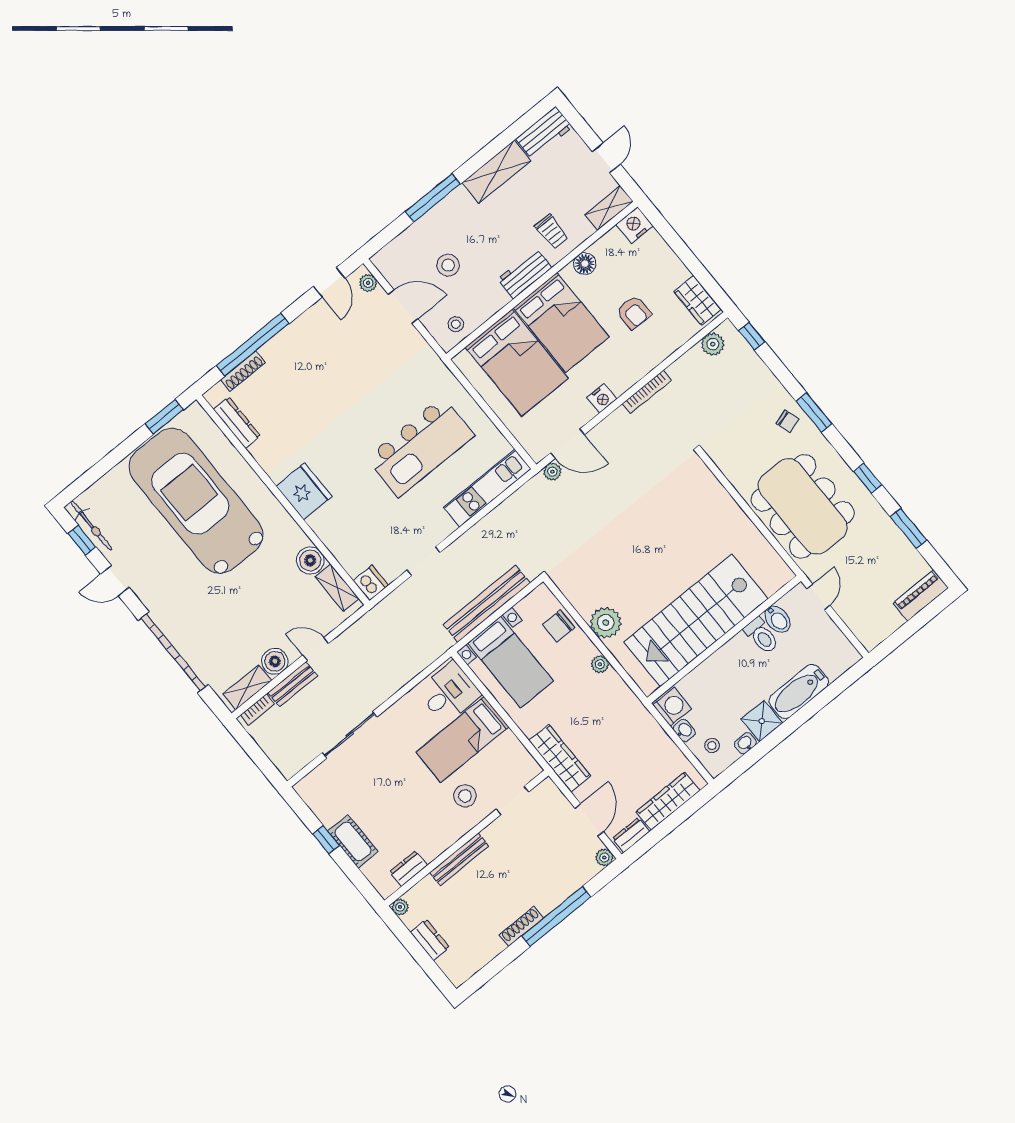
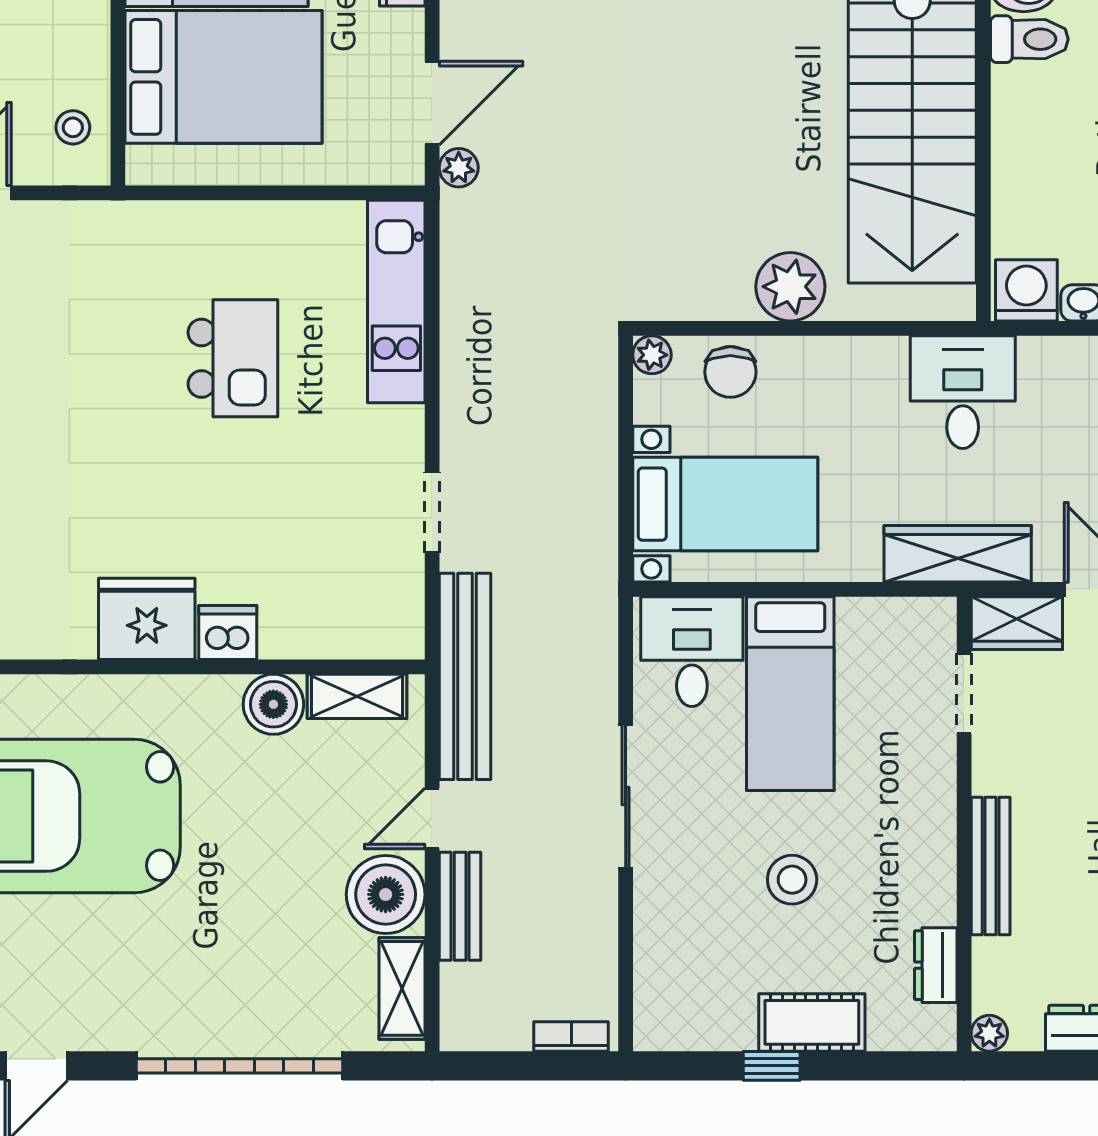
kitchen island: (420, 447) -> (233, 358), width x0.54, depth x0.78
dishwasher: (371, 583) -> (228, 632), moved
bench: (487, 604) -> (465, 676), moved
boiler: (275, 661) -> (386, 894), width x1.37, depth x1.37
plant: (600, 664) -> (652, 355), moved
bookcase: (258, 709) -> (571, 1036), moved, turned -90
desk: (618, 714) -> (963, 392), added
sliding door: (350, 735) -> (626, 796), moved
stool: (465, 796) -> (792, 880), moved
wardrobe: (552, 799) -> (1017, 623), added

